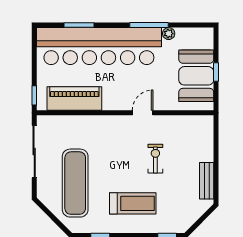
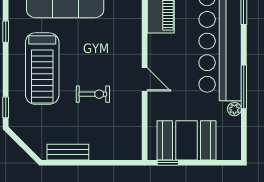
window: (216, 72) -> (168, 163), moved
treadmill: (133, 203) -> (42, 69), width x1.37, depth x1.38

